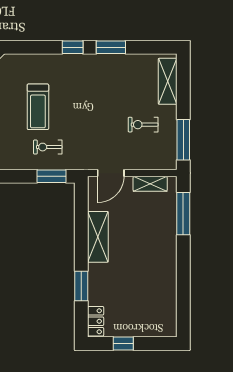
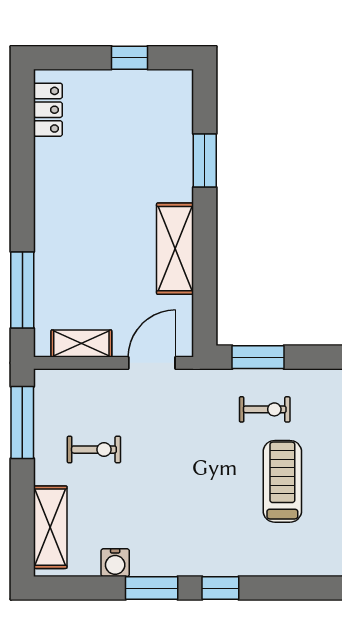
water cooler: (131, 61) -> (115, 563), added
locker: (96, 321) -> (48, 110), moved, turned 180

